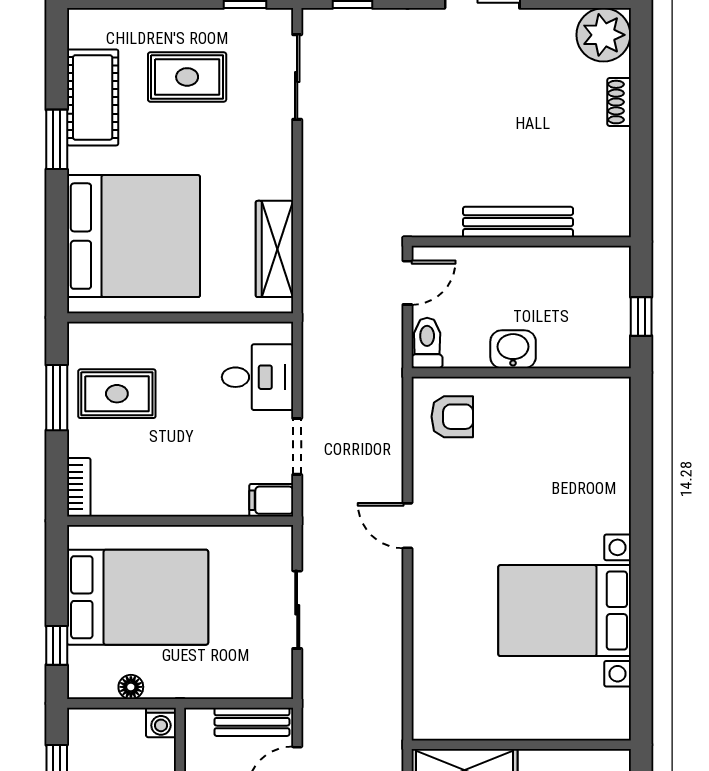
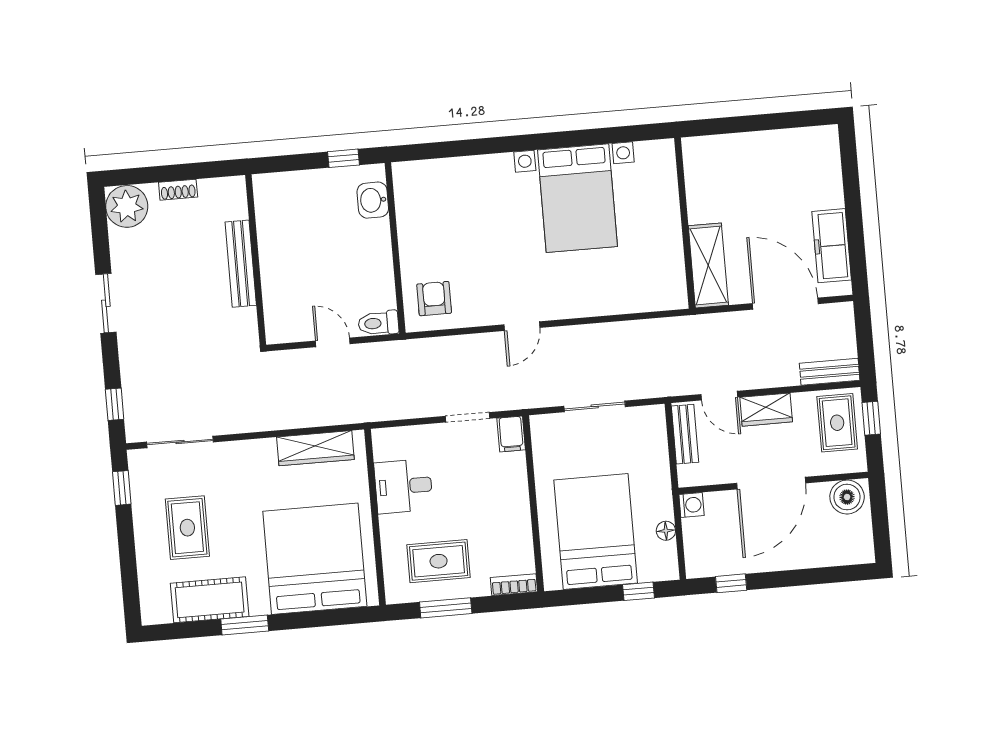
bench: (518, 222) -> (241, 264), moved
wall: (521, 242) -> (256, 260), moved
washbasin: (513, 349) -> (373, 200), moved
desk: (257, 377) -> (403, 486), moved, turned -90
rug: (117, 394) -> (439, 561), turned 90

